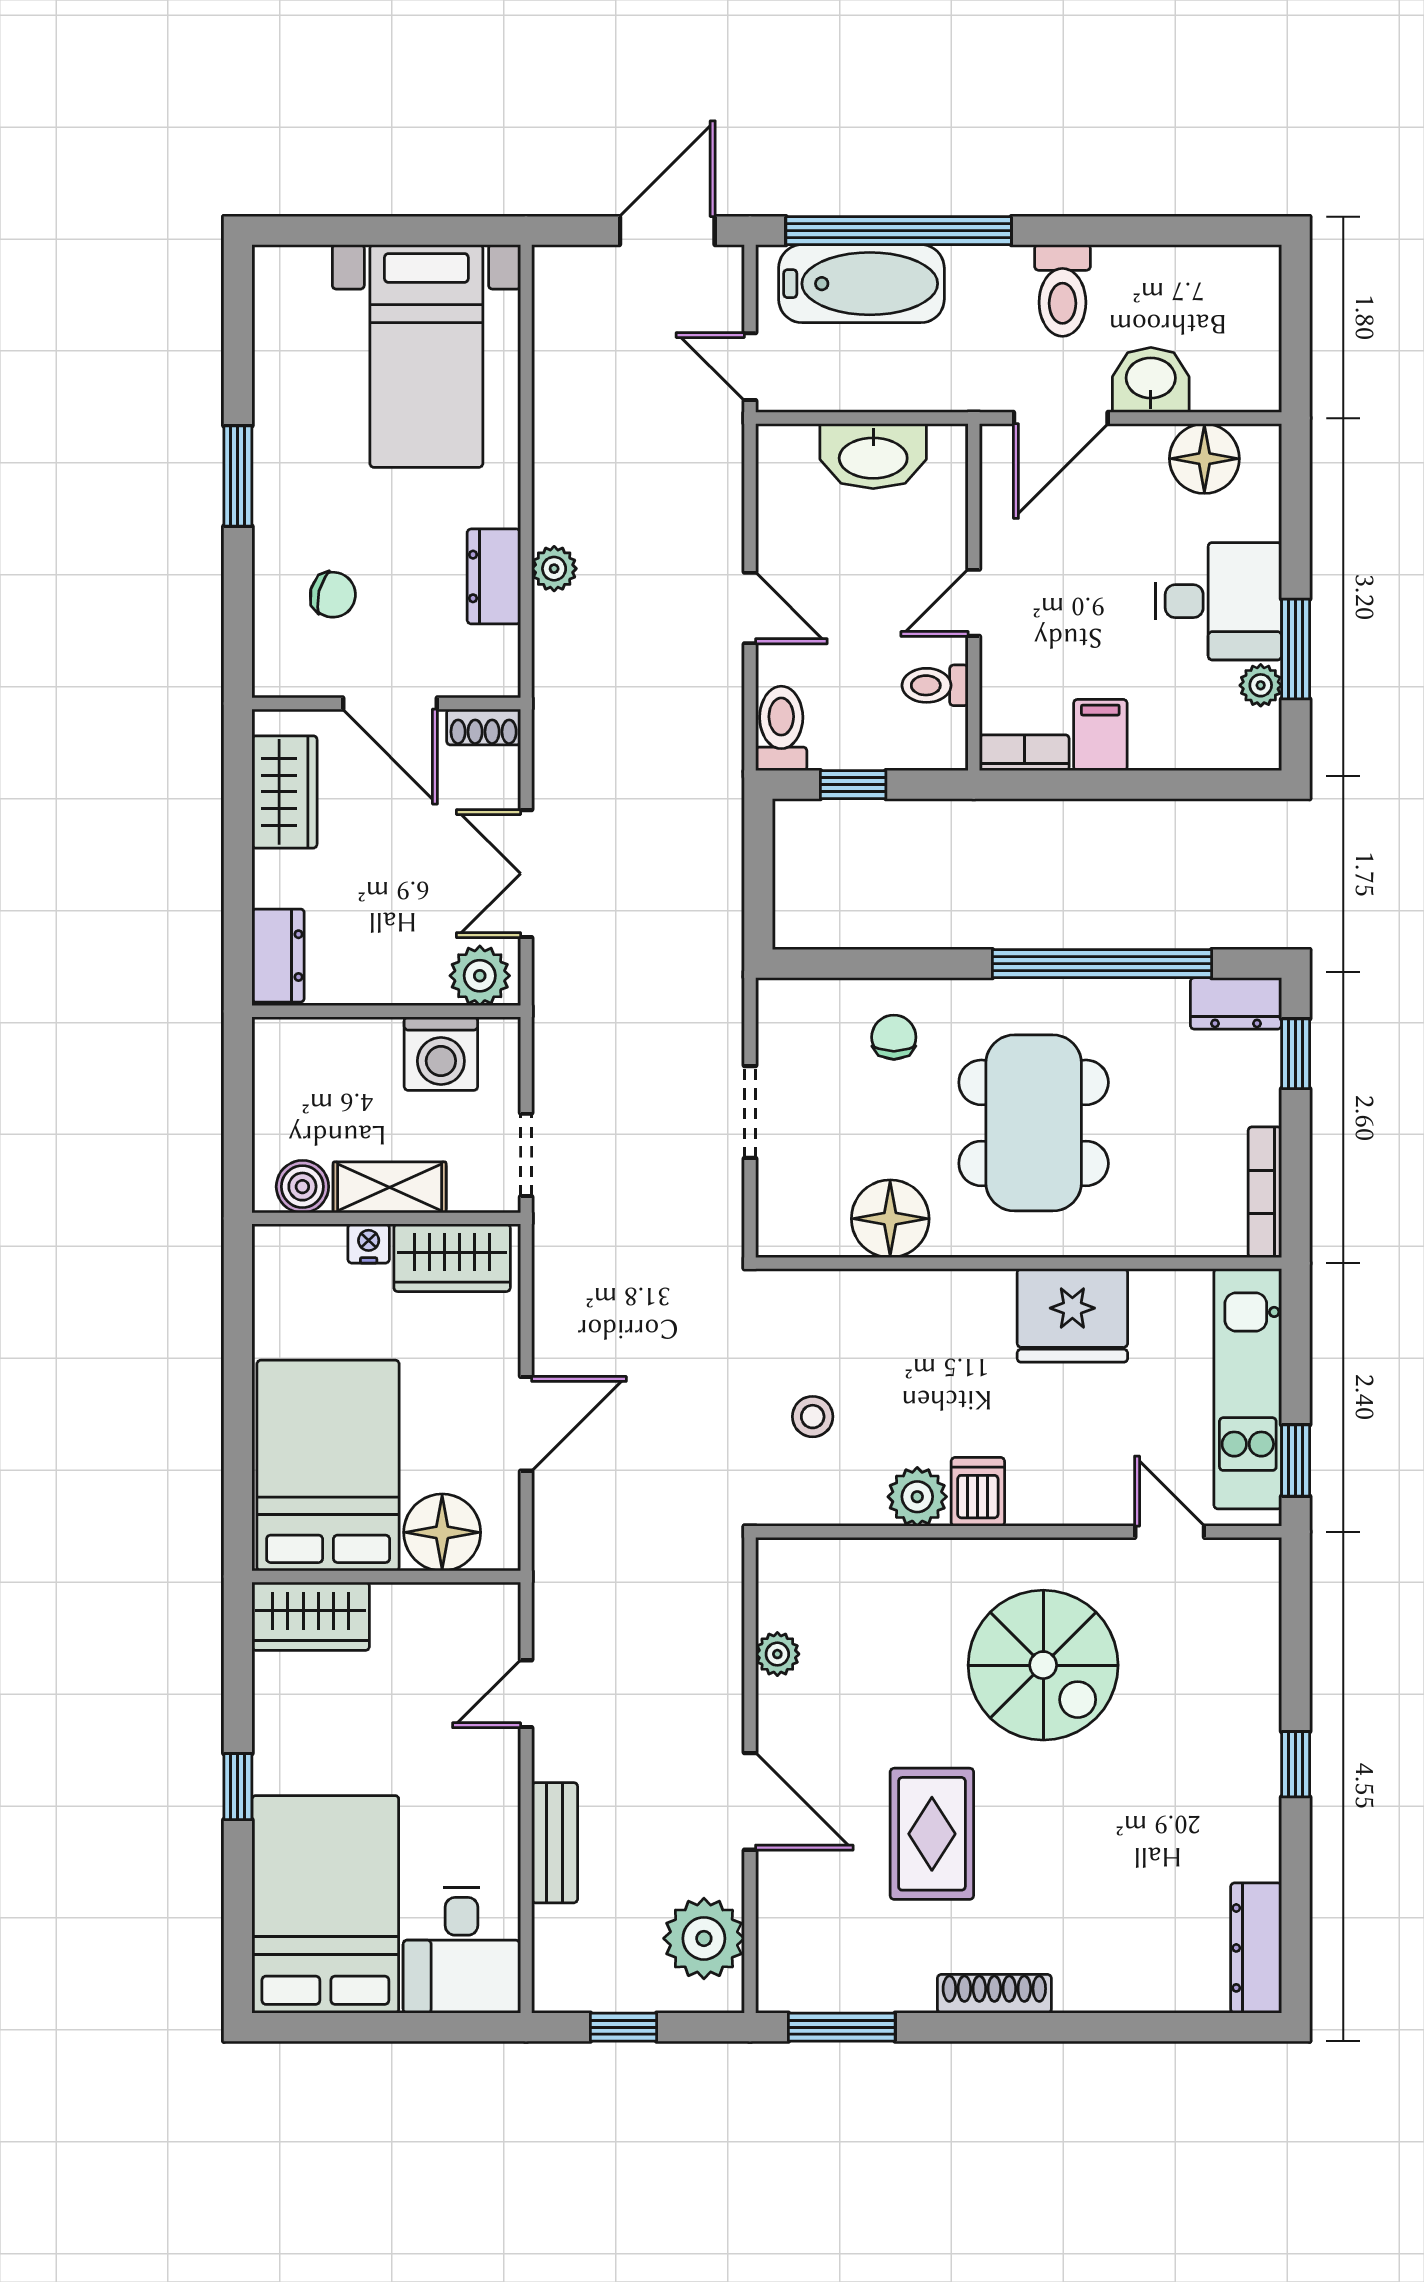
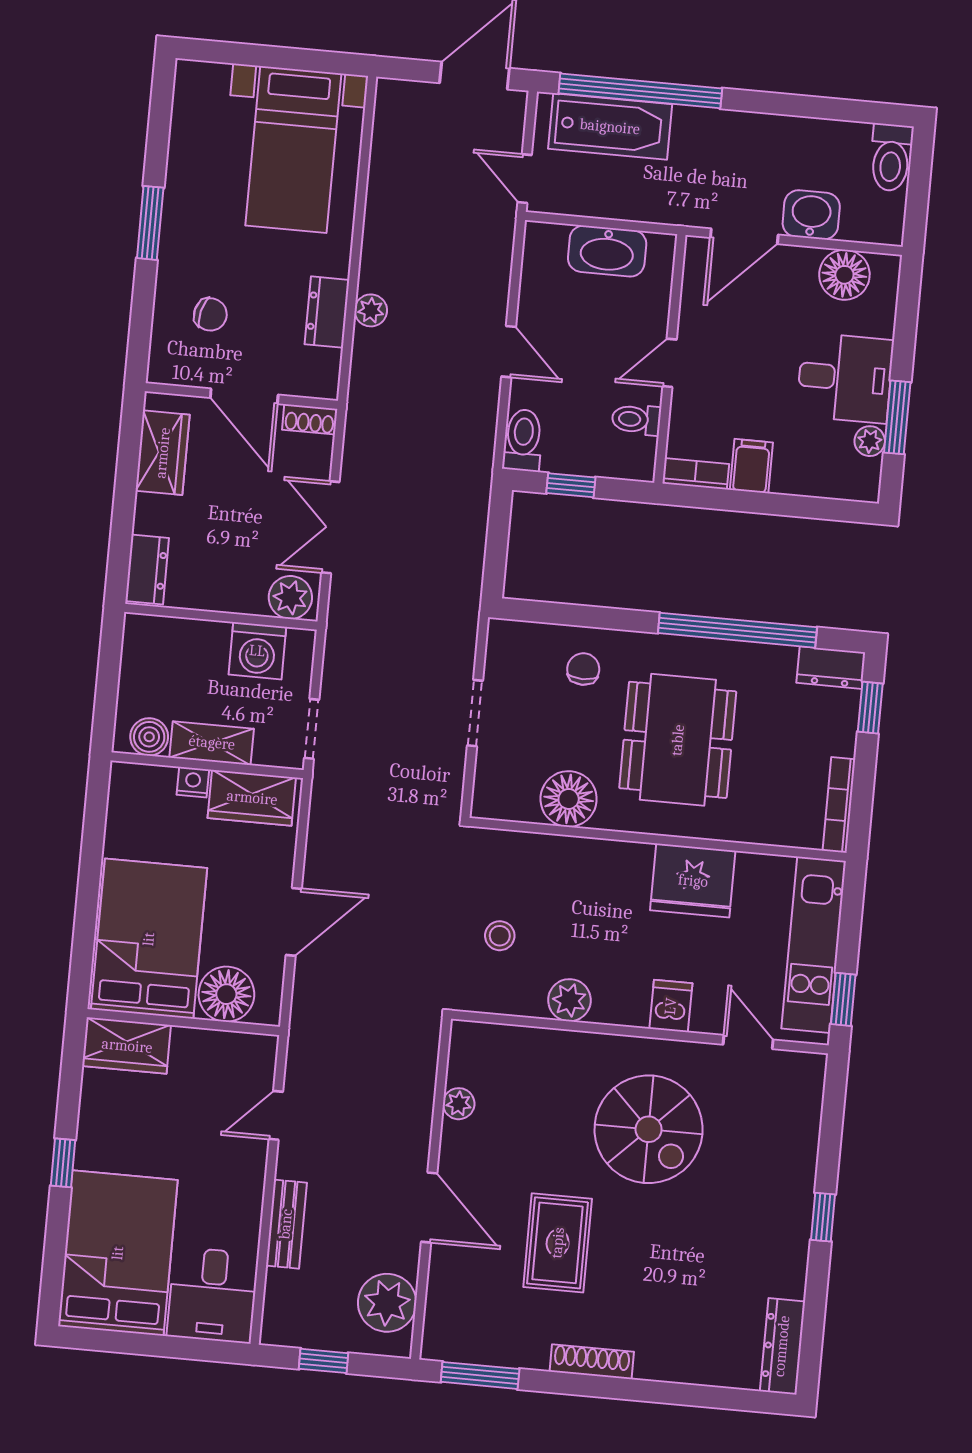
toilet: (1062, 290) -> (891, 157), moved
dishwasher: (978, 1492) -> (671, 1006), moved

